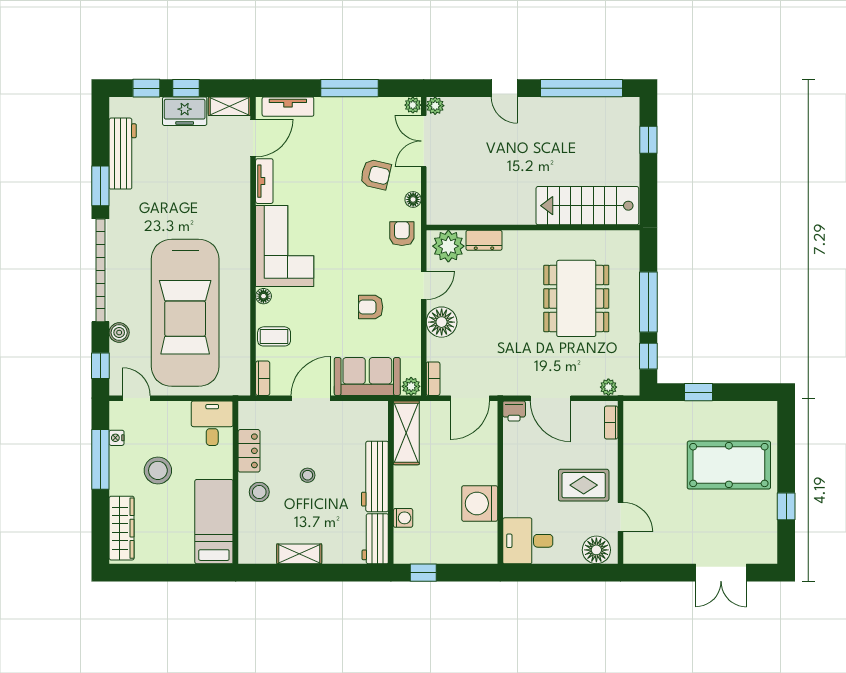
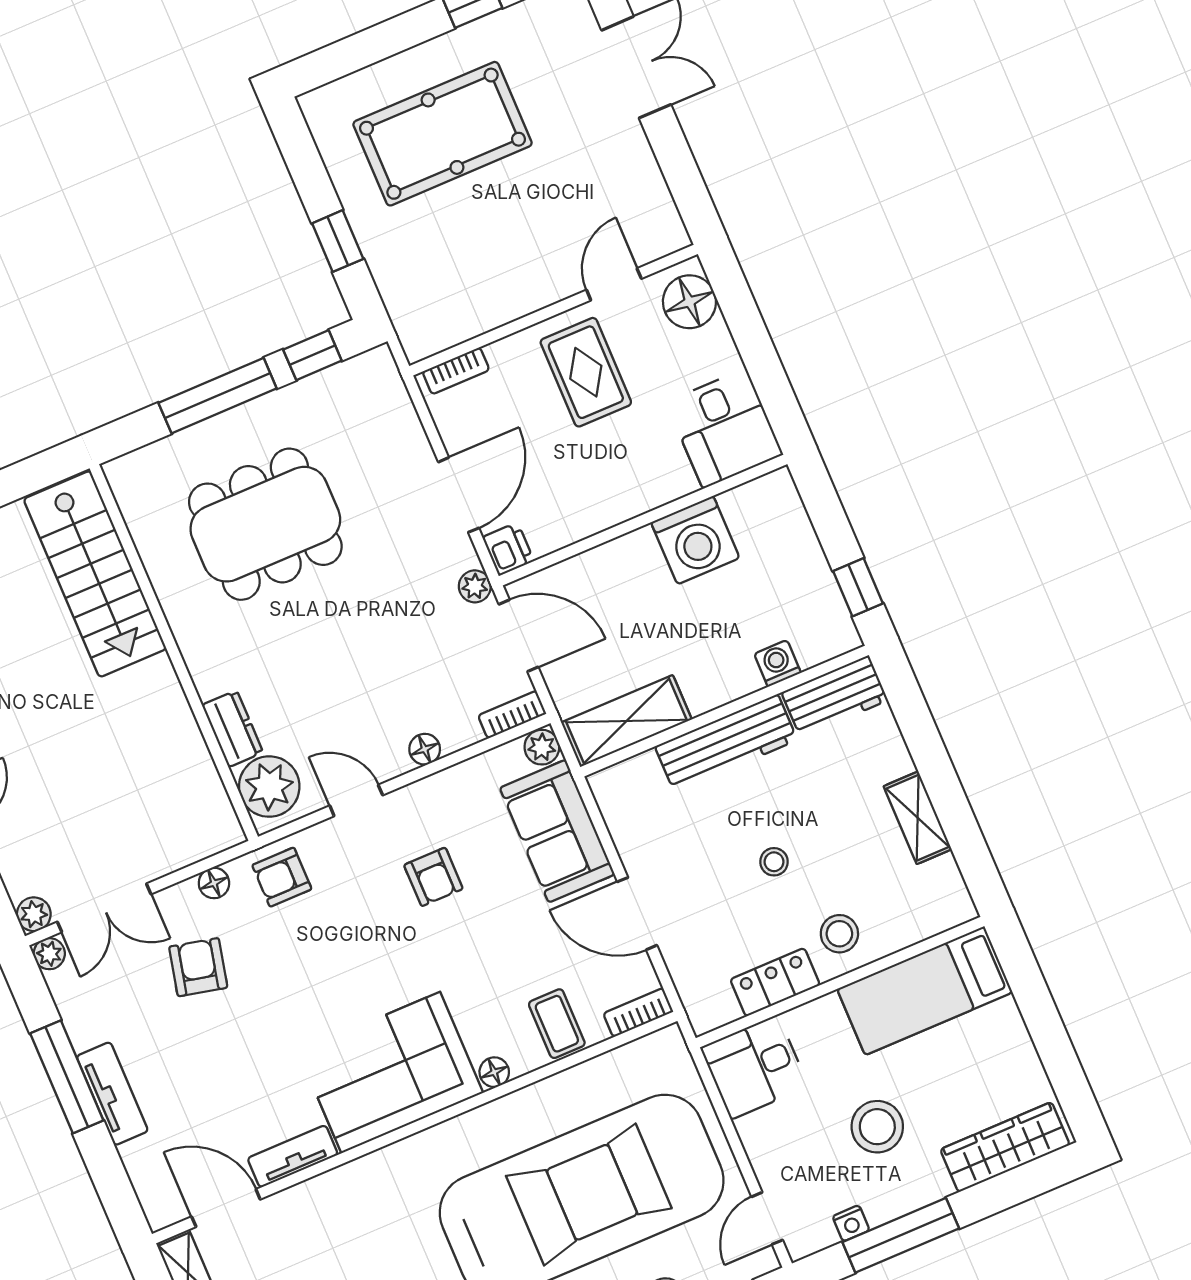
tv unit: (288, 107) -> (112, 1094), moved
floor lamp: (442, 322) -> (425, 749), width x0.53, depth x0.53
plant: (608, 387) -> (475, 586), moved
pool table: (729, 465) -> (443, 134), turned 90

